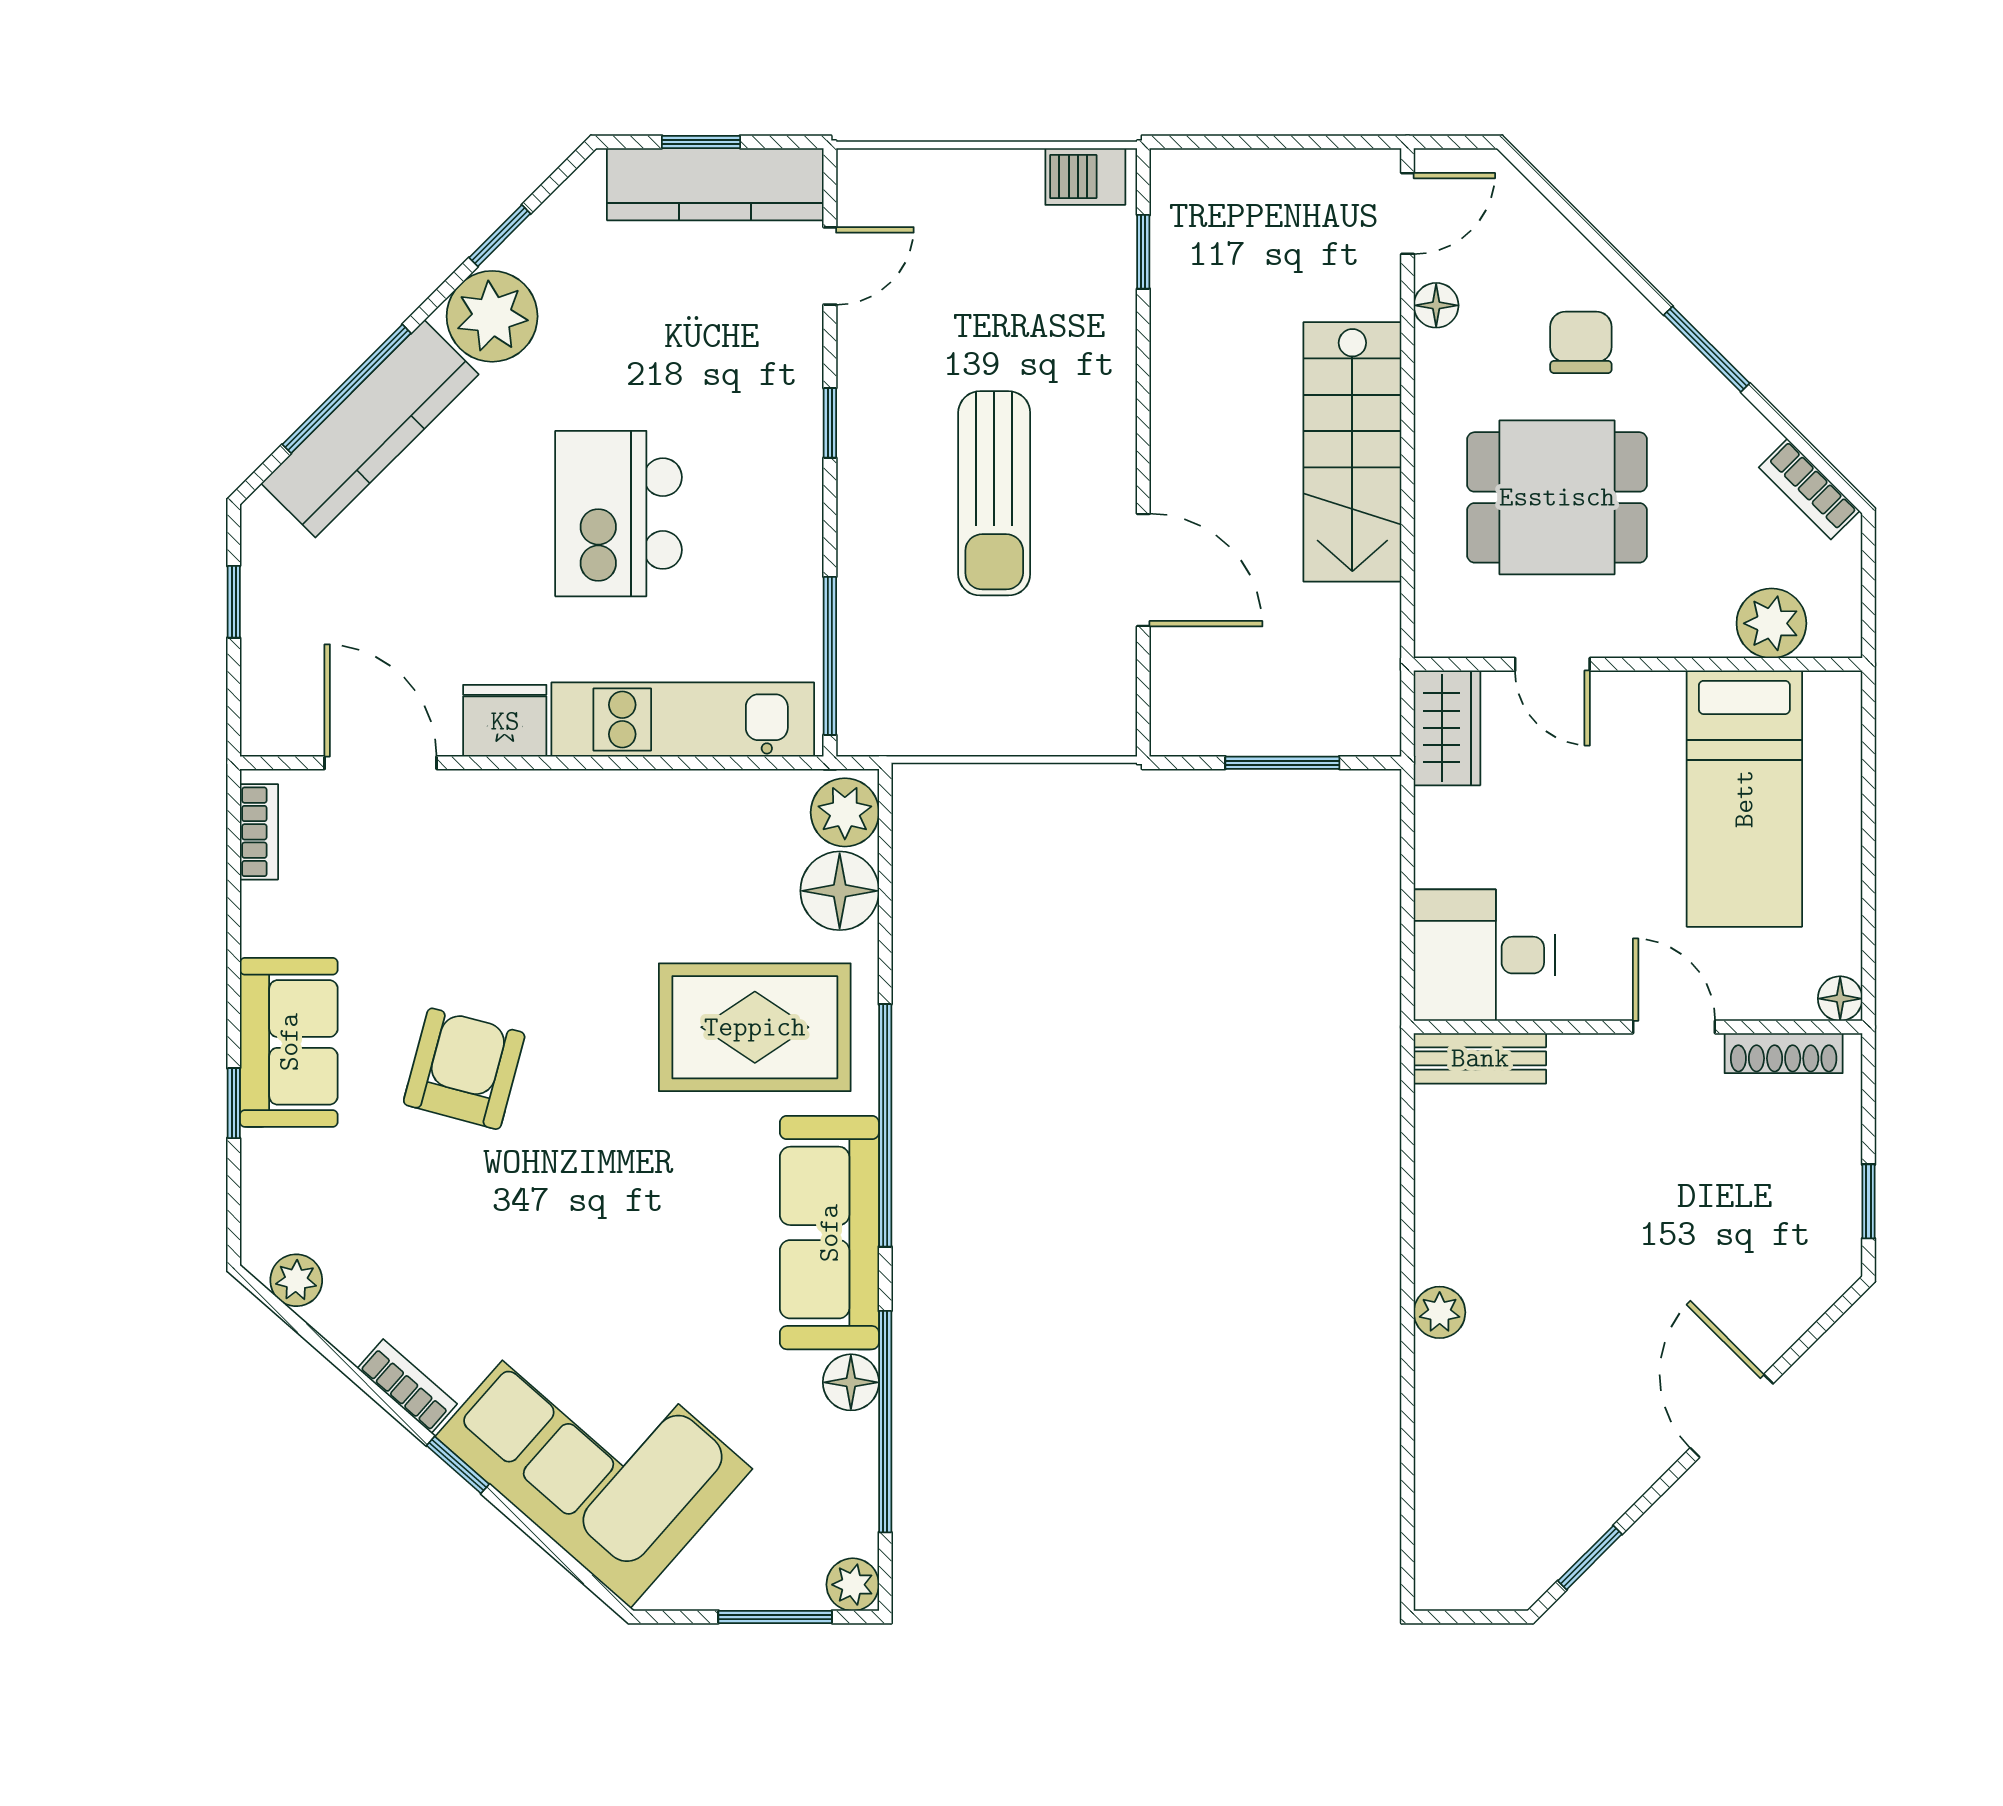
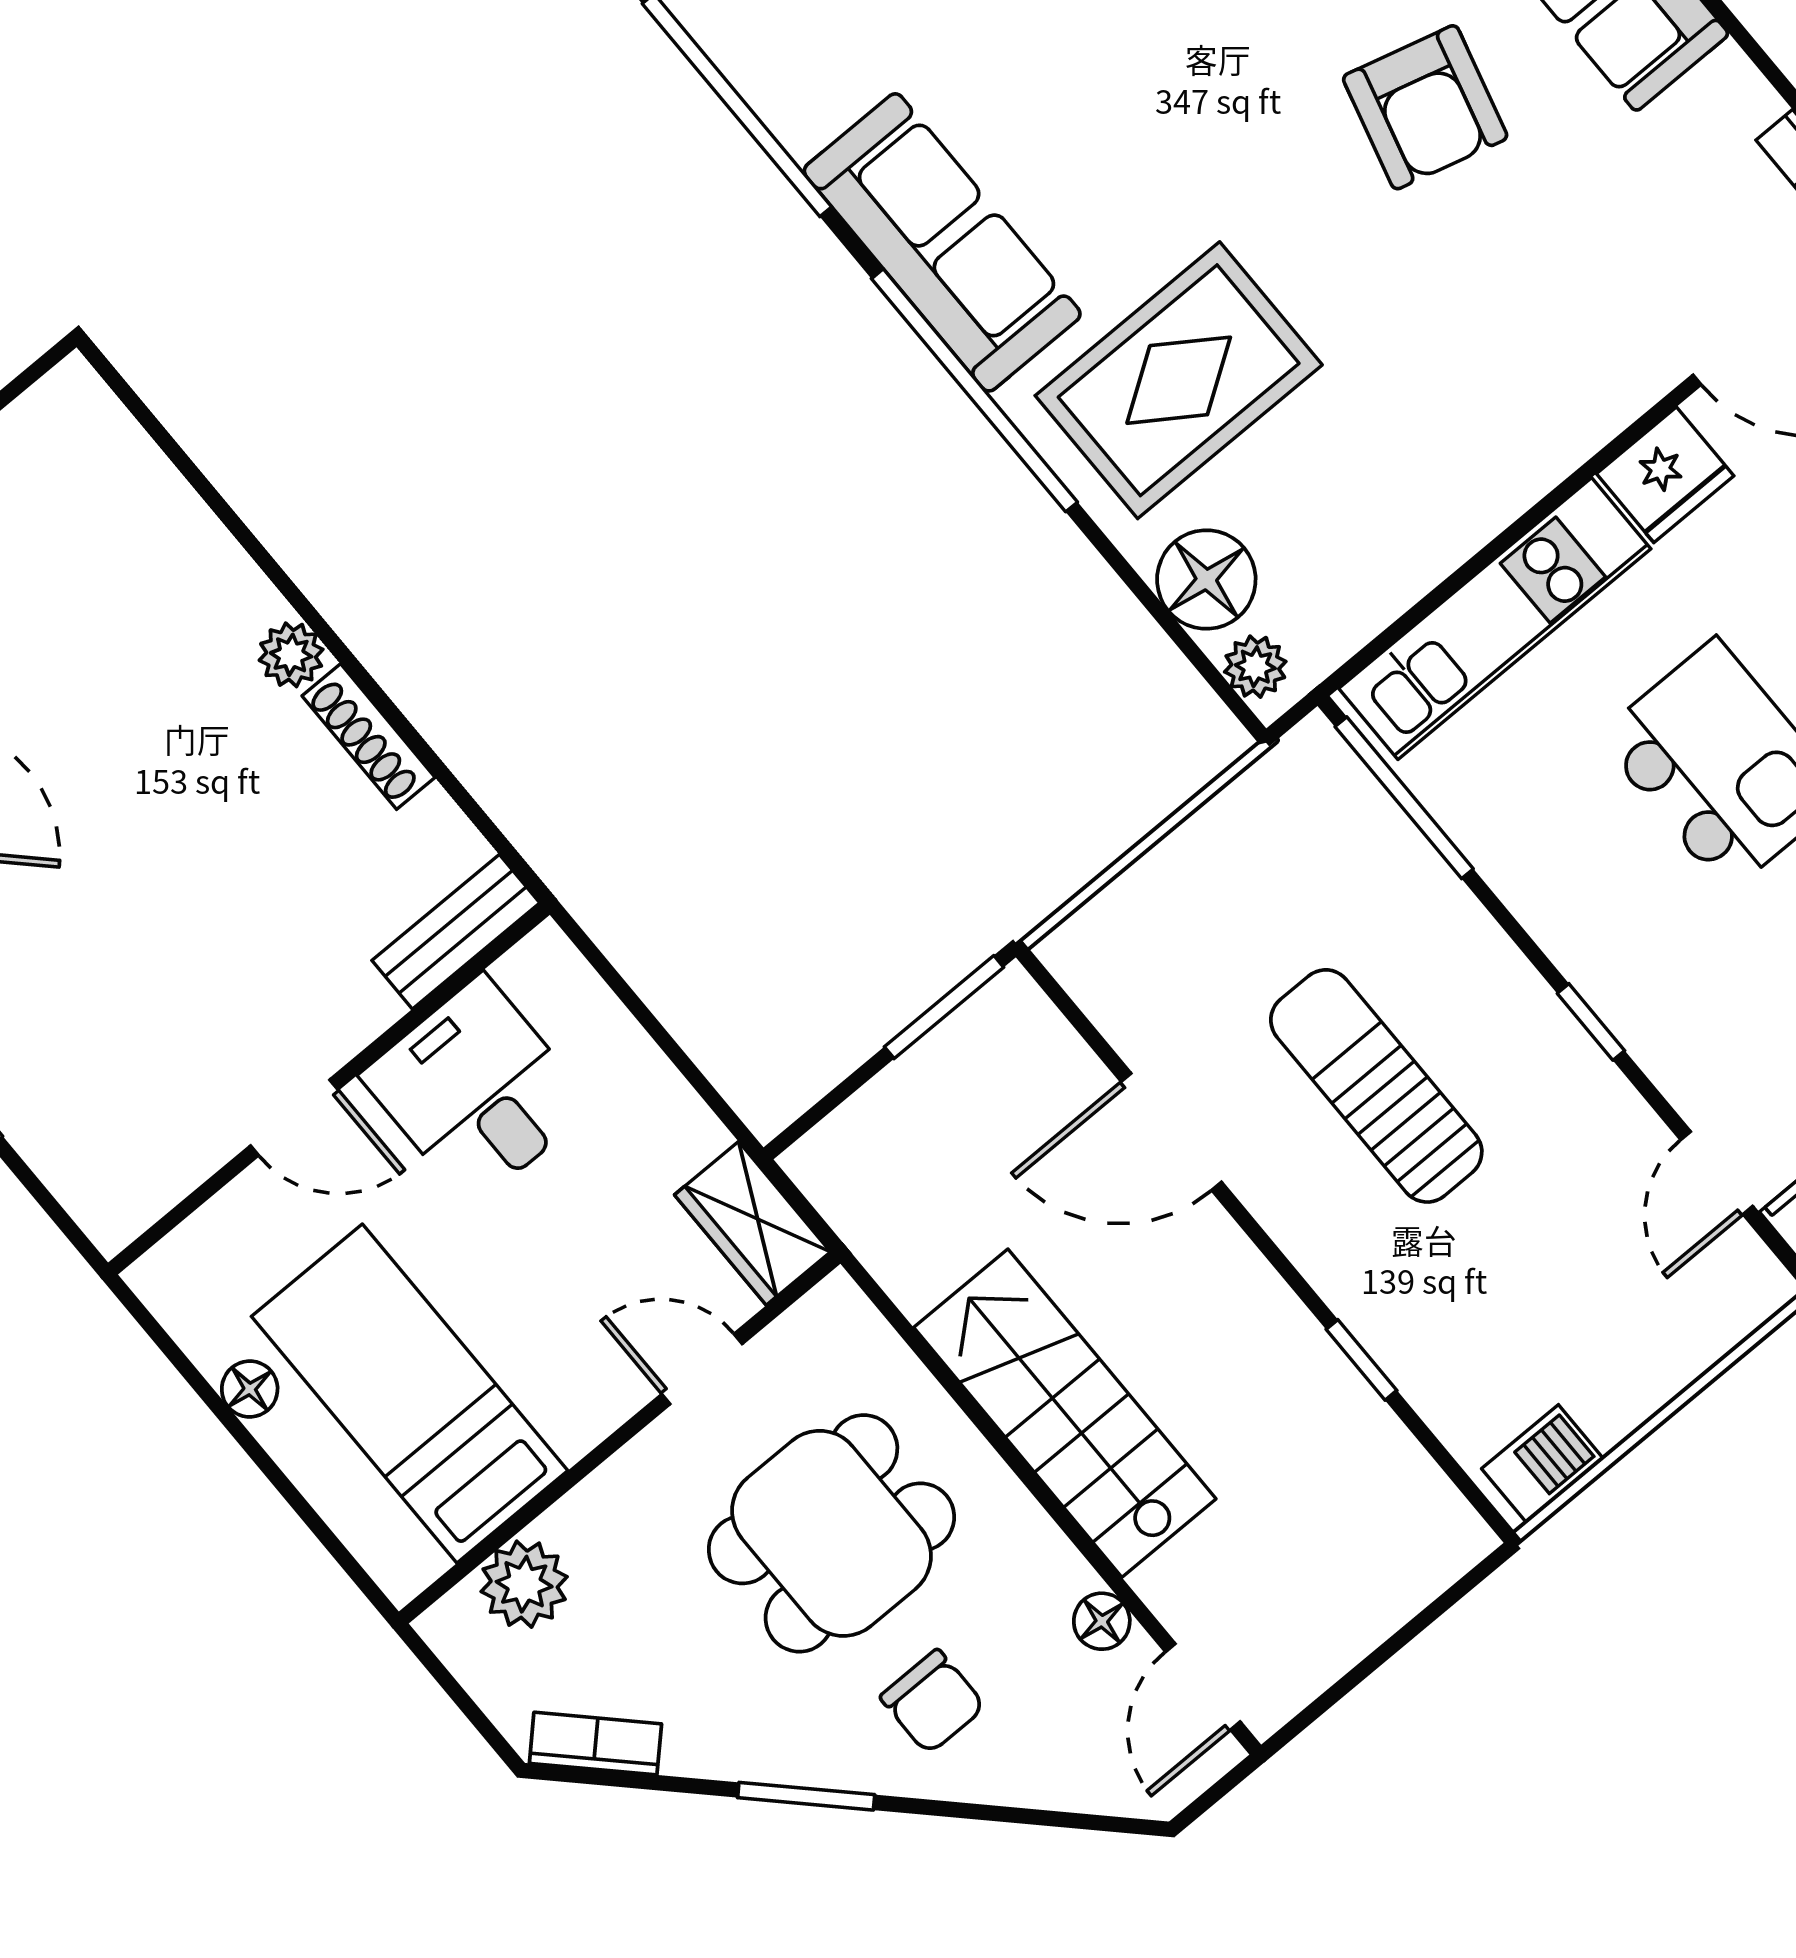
window: (1143, 252) -> (1361, 1360), moved
window: (1282, 763) -> (944, 1007), moved
plant: (845, 812) -> (1255, 667), width x0.73, depth x0.73
desk: (1485, 955) -> (477, 1091), moved, turned -90
floor lamp: (1840, 999) -> (250, 1389), moved
shoe rack: (1784, 1053) -> (369, 737), moved, turned -90
floor lamp: (851, 1382) -> (801, 116), removed

